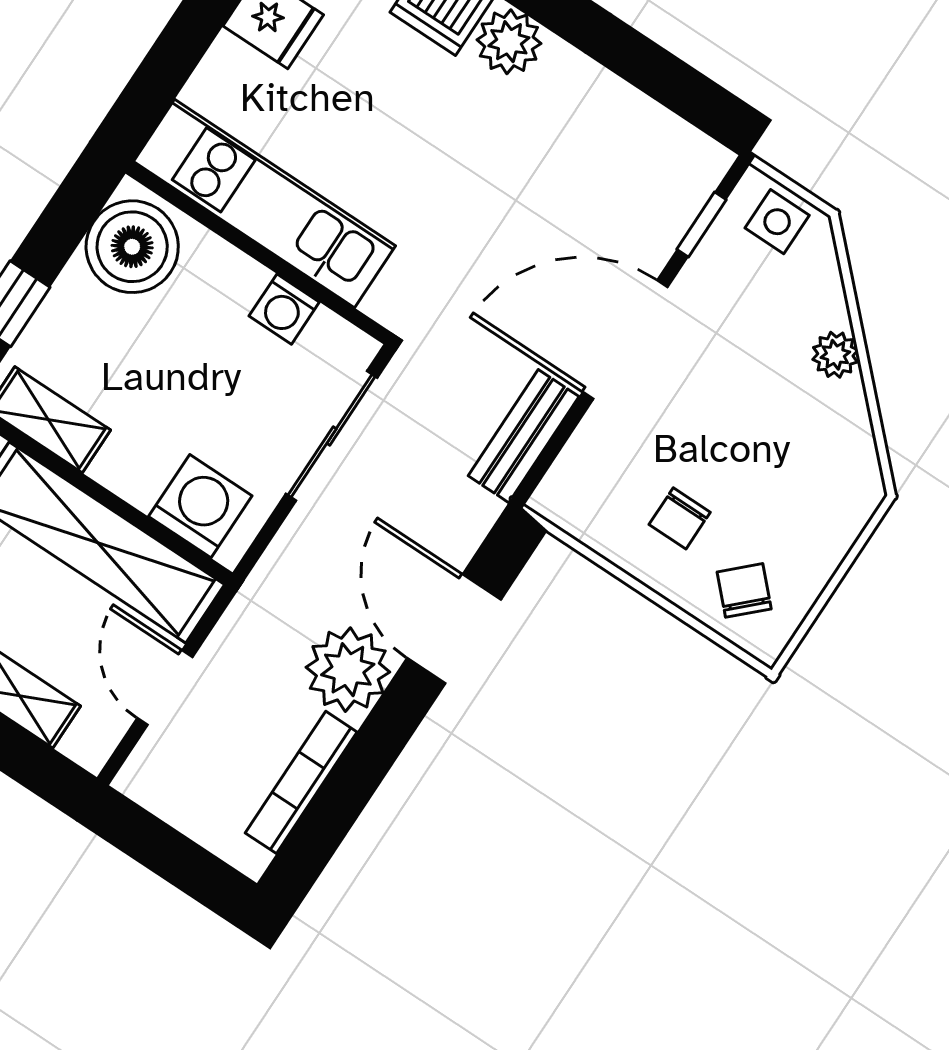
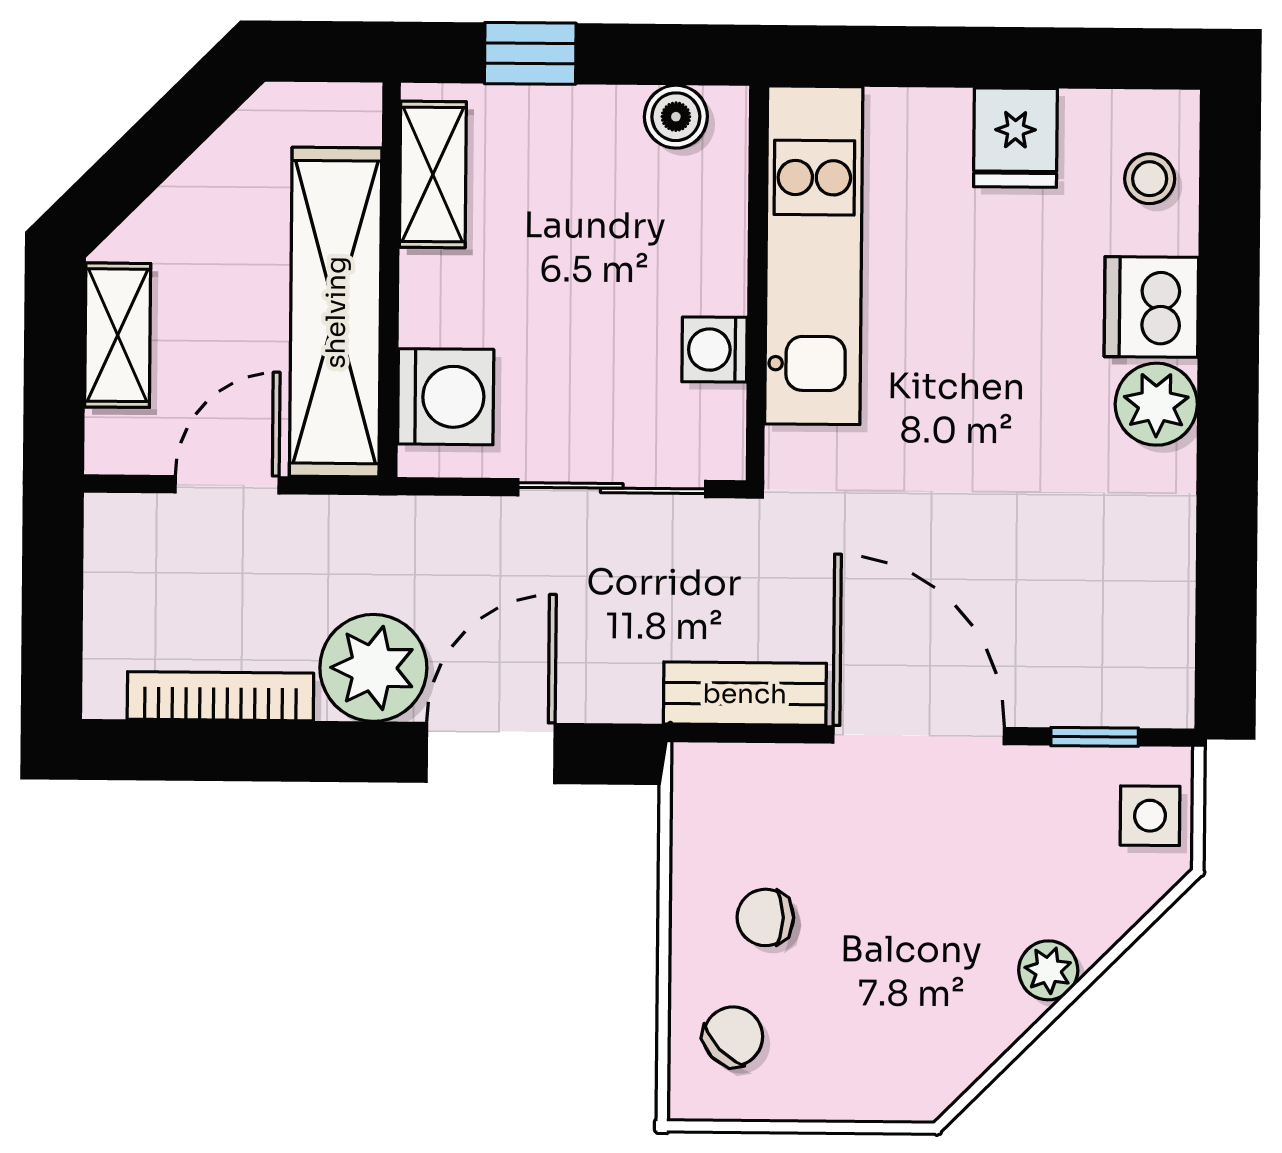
boiler: (132, 247) -> (676, 117), width x0.54, depth x0.54

